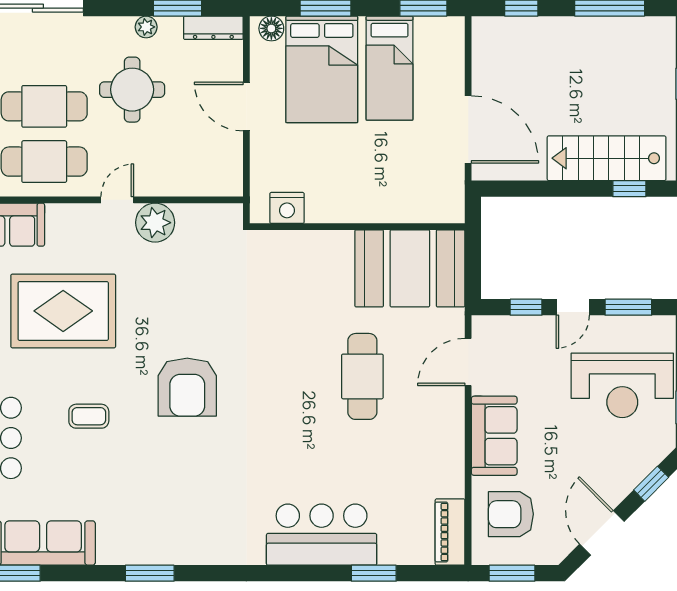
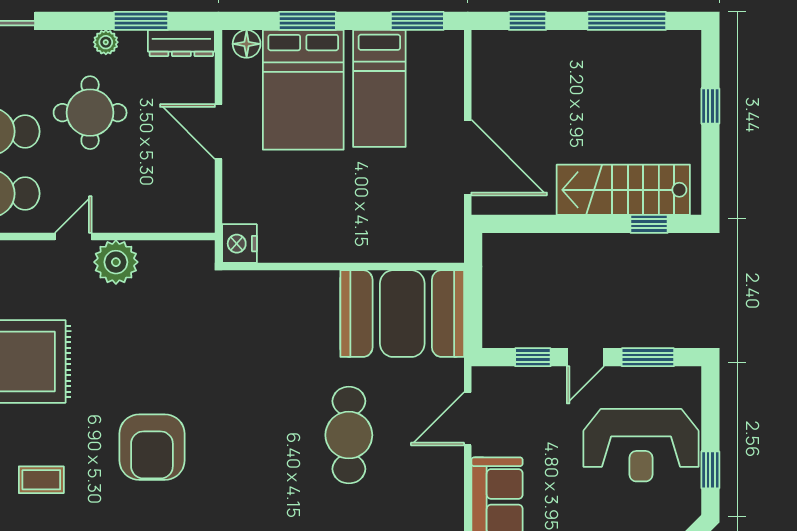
nightstand: (287, 208) -> (239, 244), moved, turned 90

